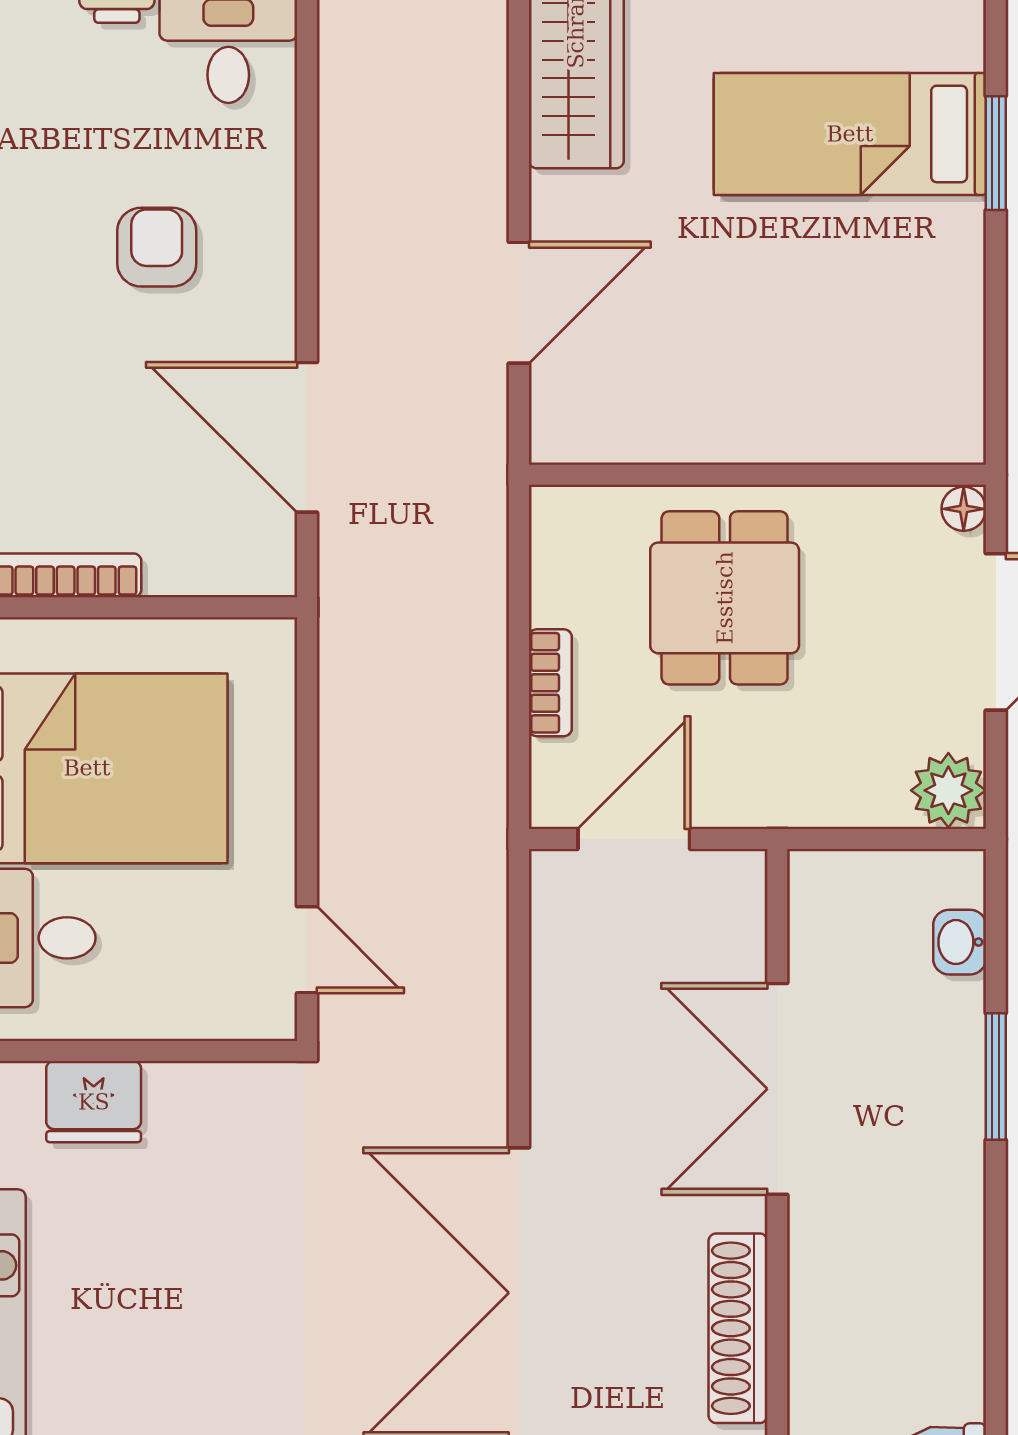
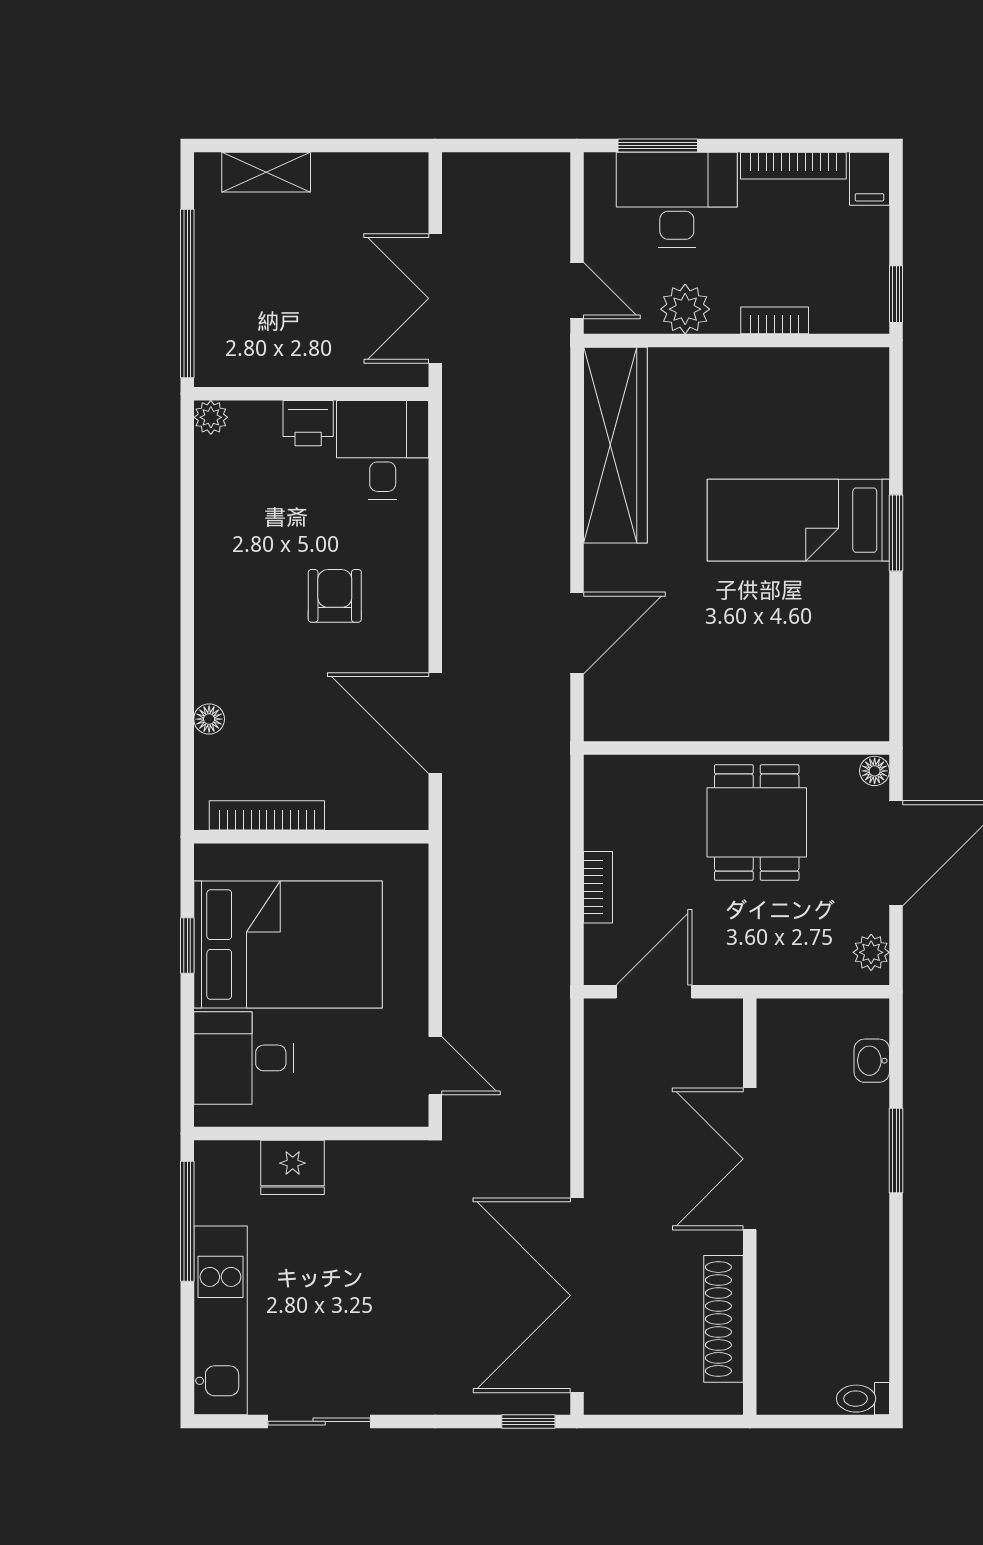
dining table: (725, 598) -> (757, 822), moved
plant: (948, 790) -> (871, 952), width x0.73, depth x0.73

